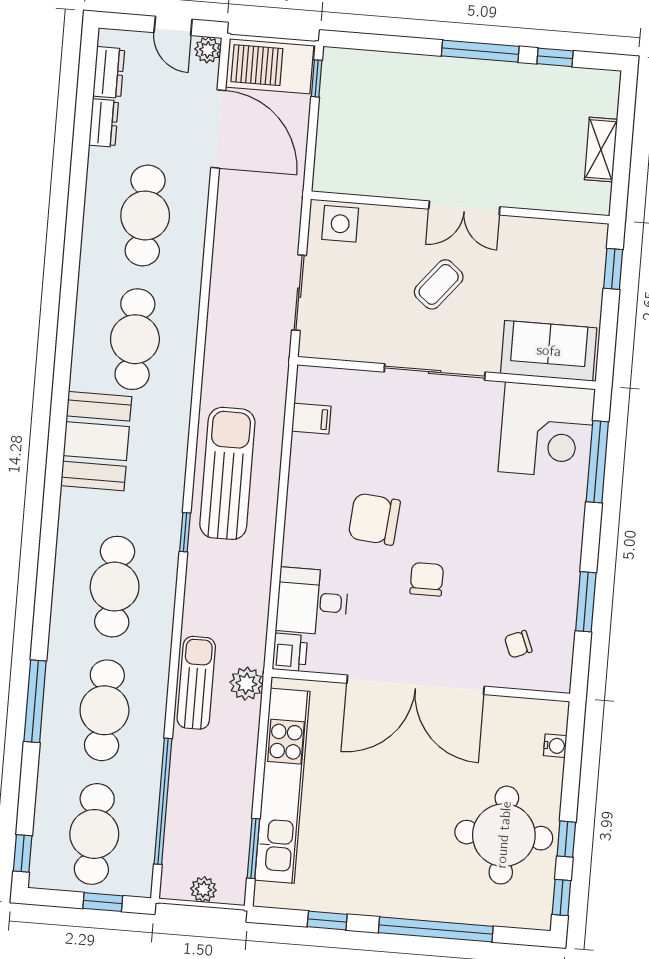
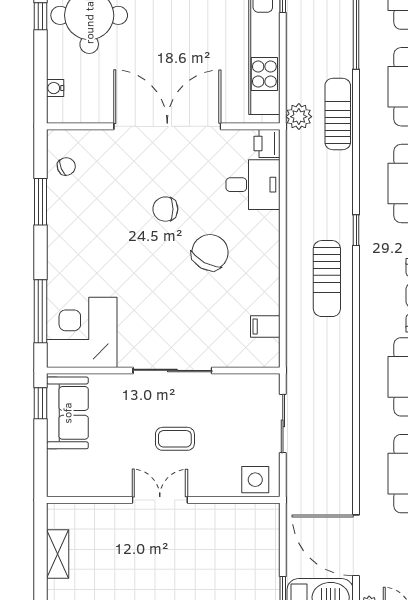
window: (613, 269) -> (40, 403), moved
coffee table: (439, 284) -> (175, 439), turned 51
sofa: (549, 351) -> (67, 413), moved, turned -90
sun lounger: (227, 473) -> (327, 279), width x0.73, depth x0.75
chair: (374, 519) -> (210, 252), turned -66
chair: (427, 579) -> (165, 209), turned 90
chair: (518, 644) -> (66, 166), moved
sun lounger: (196, 683) -> (338, 114), turned 180

